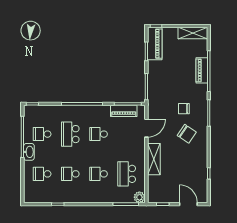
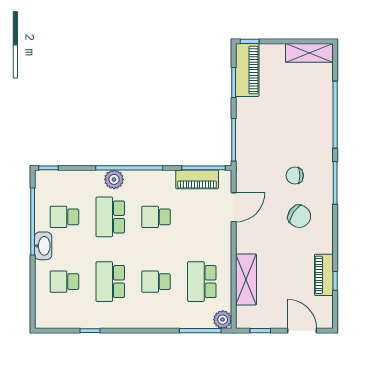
piano: (202, 70) -> (324, 275), moved
plant: (73, 111) -> (114, 179), added
shelving: (154, 159) -> (246, 280), moved
school desk: (70, 174) -> (110, 282), width x1.85

